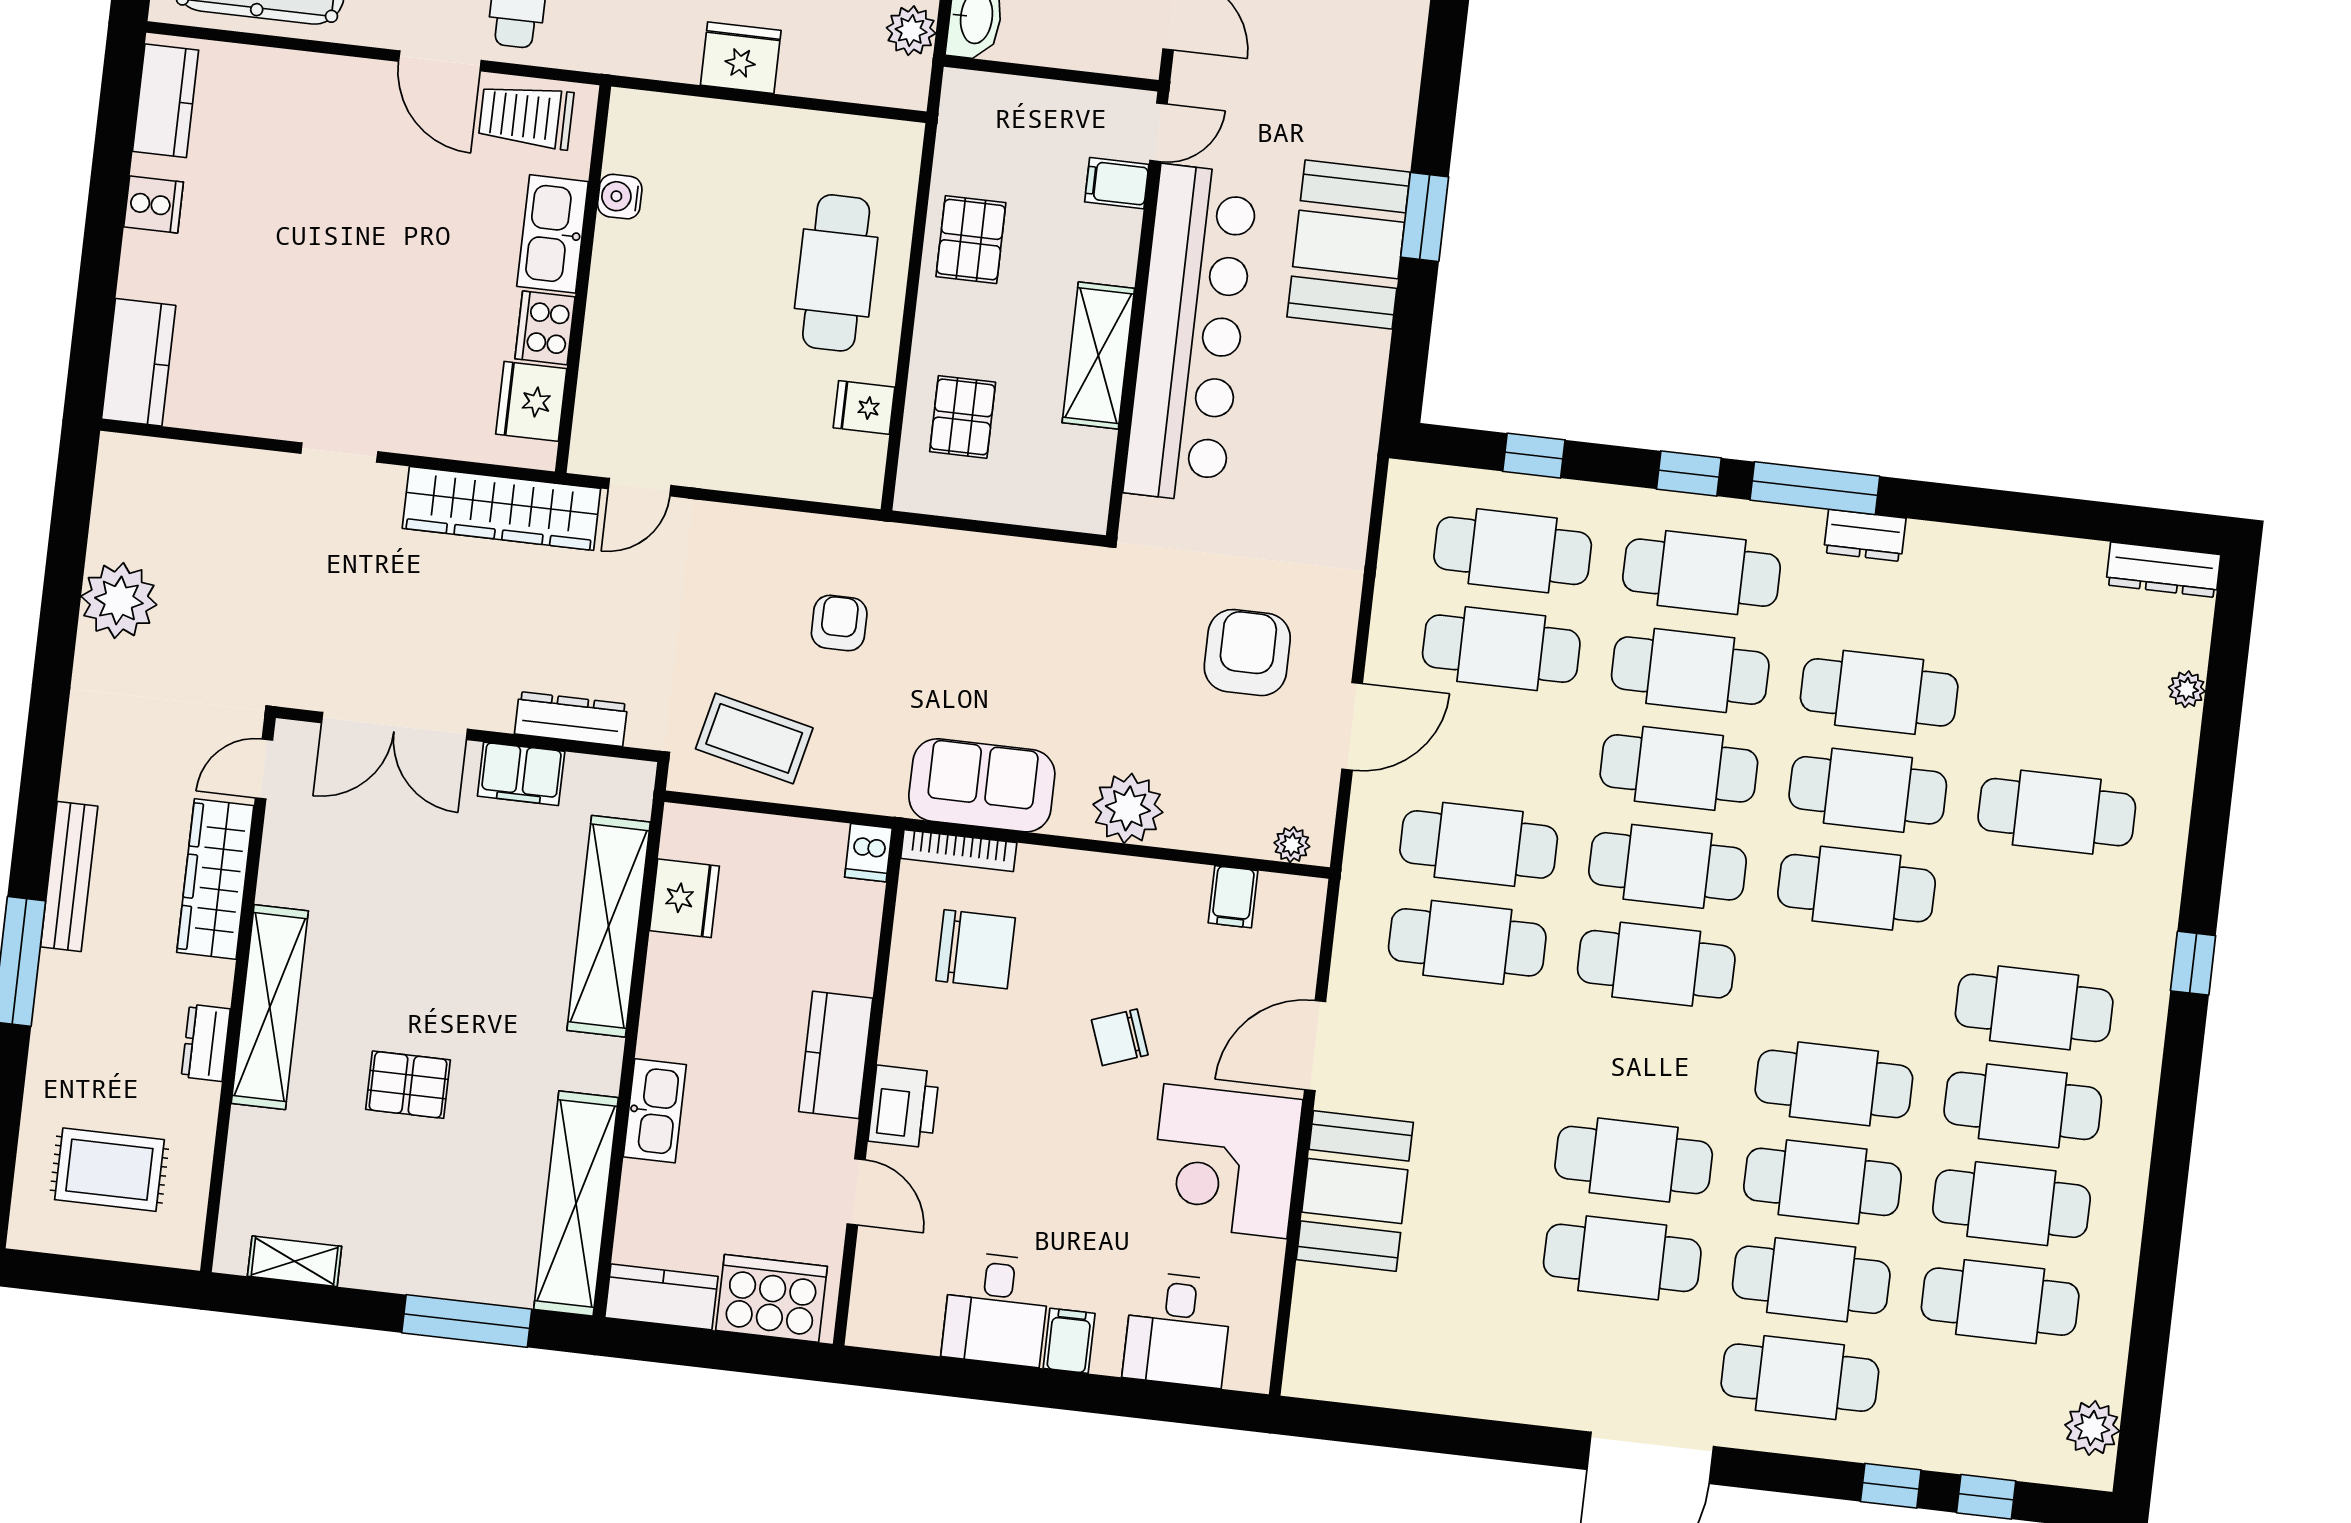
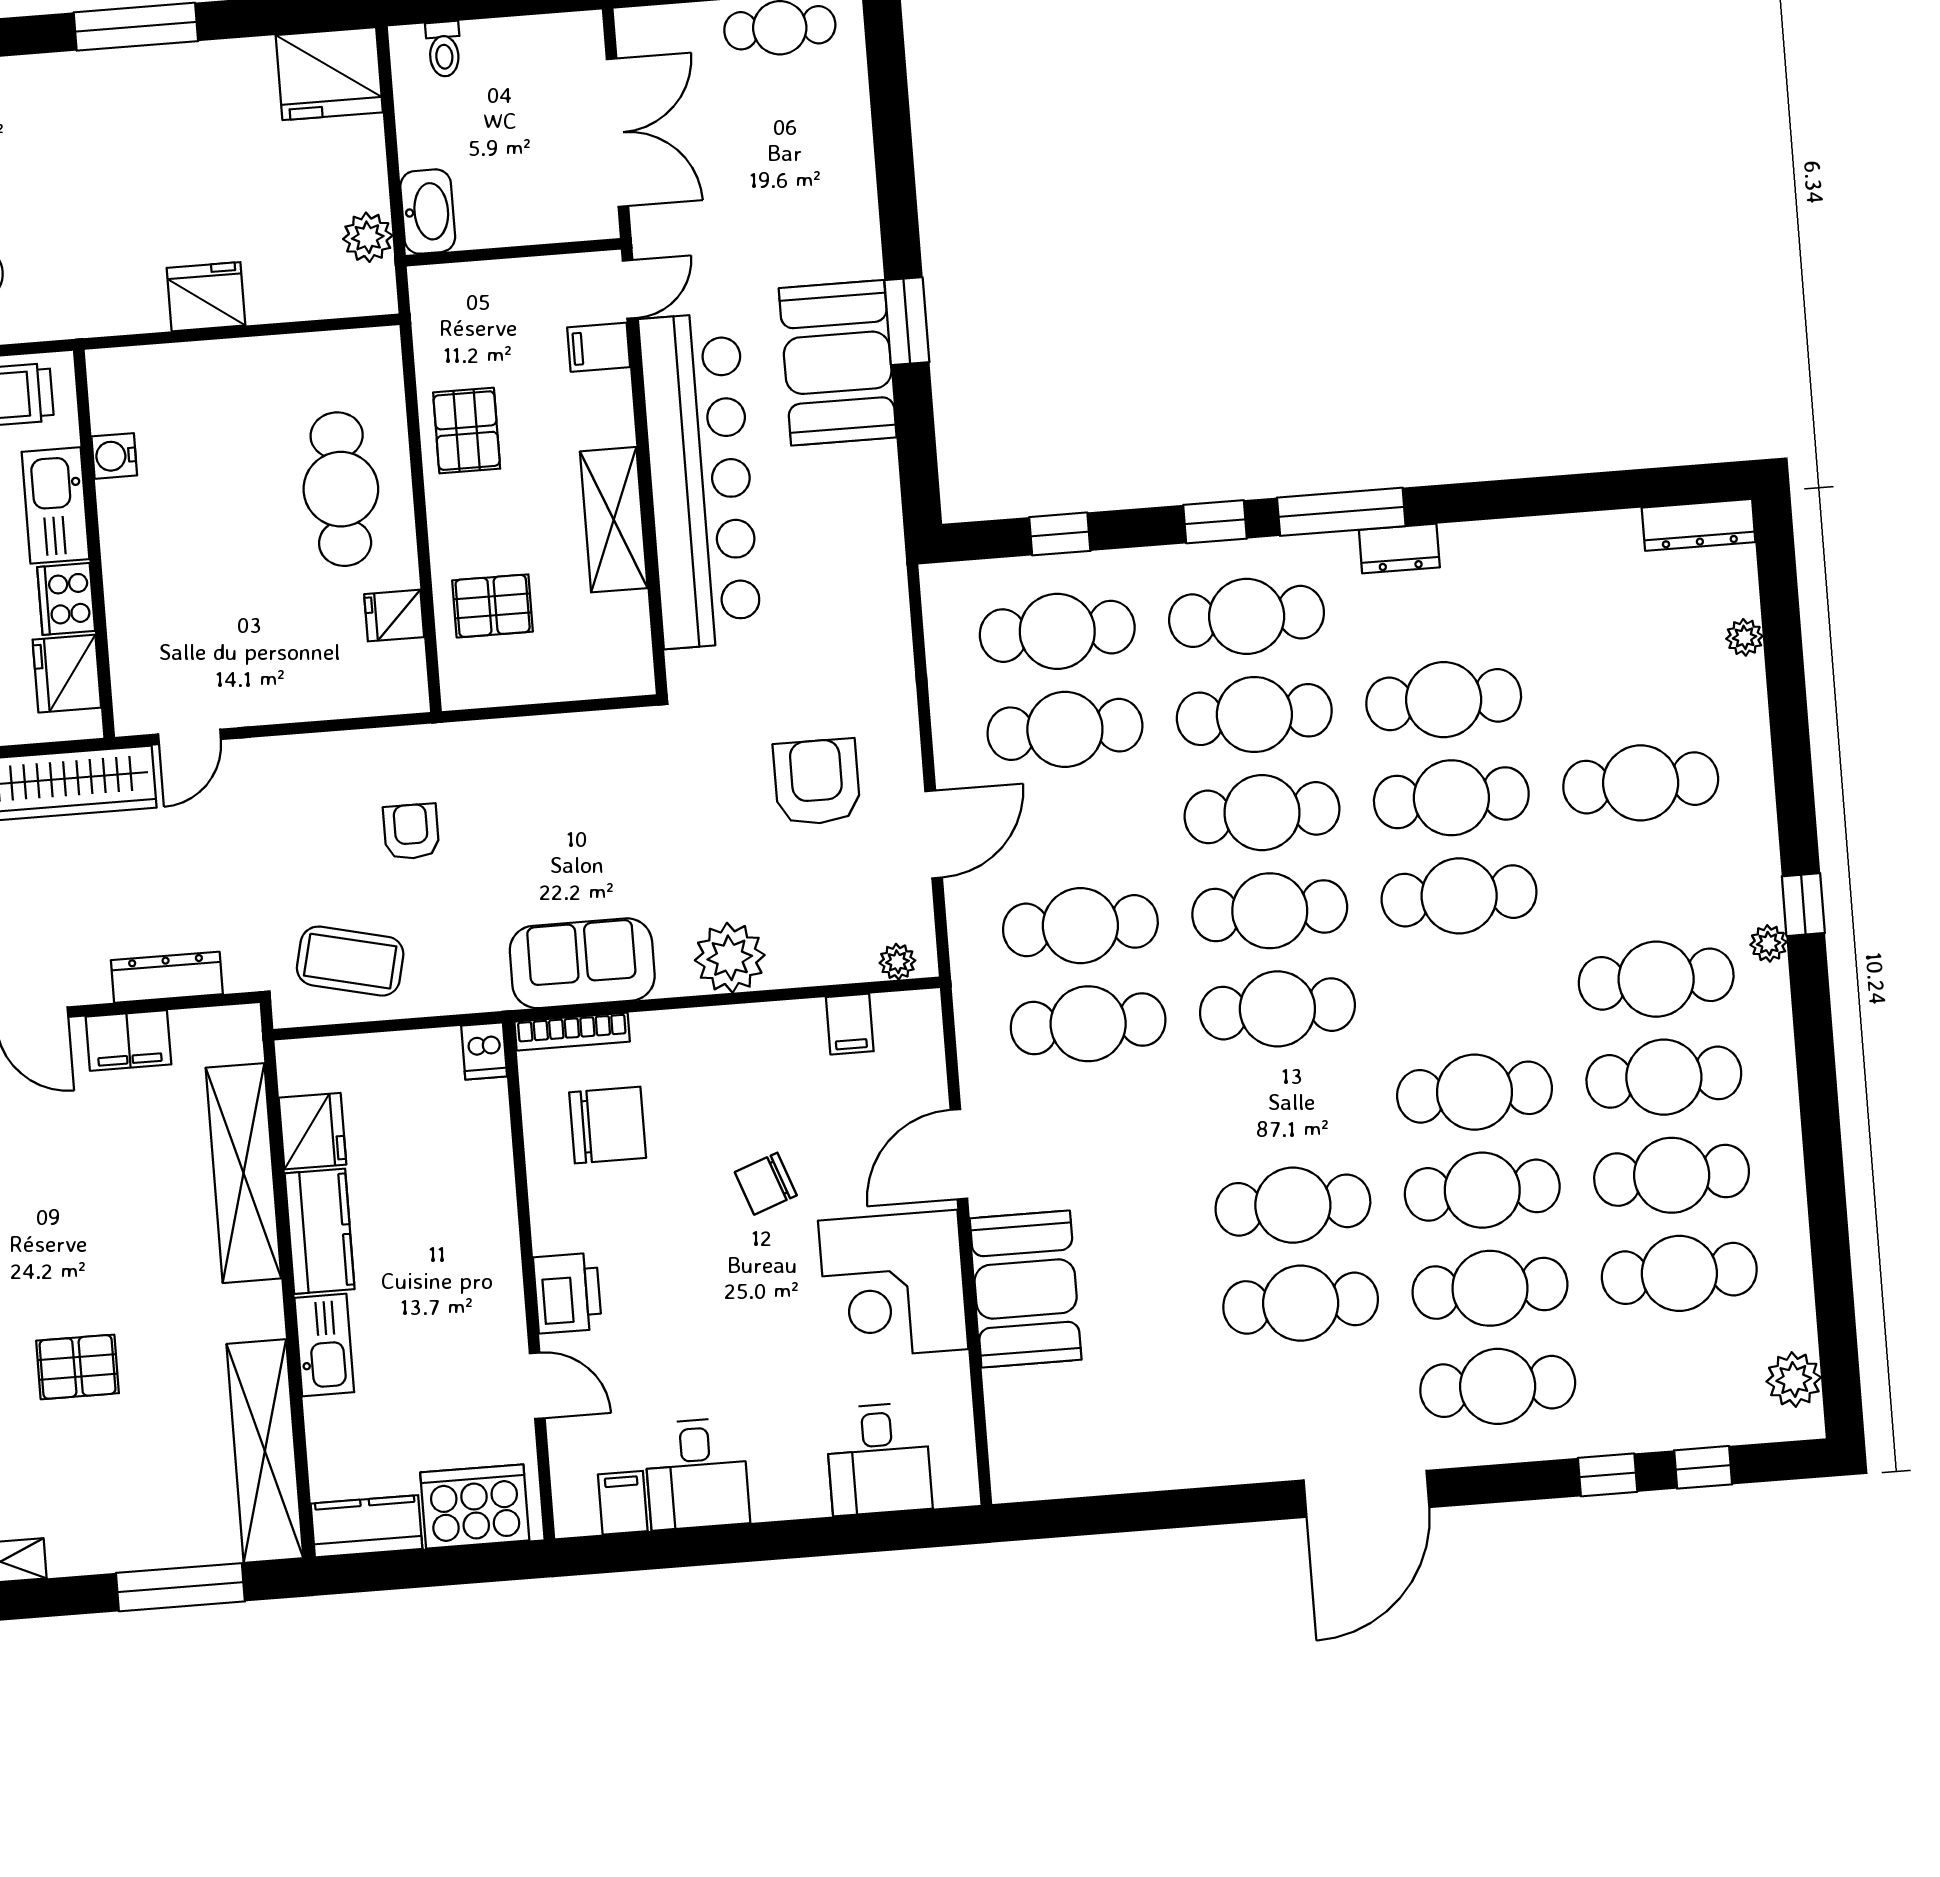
pallet: (963, 417) -> (493, 606), turned 90
plant: (2151, 995) -> (1769, 943), added
kitchen counter: (836, 1055) -> (320, 1231), moved, turned 180
filing cabinet: (1069, 1341) -> (623, 1503), moved

